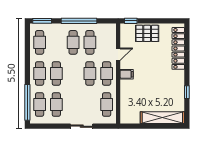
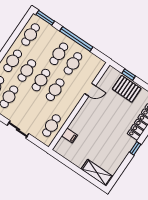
window: (131, 21) -> (129, 75), moved
cafe table: (107, 73) -> (41, 80), moved
filing cabinet: (127, 74) -> (70, 135), moved
window: (187, 92) -> (135, 148), moved
shelving: (162, 118) -> (97, 173), width x0.68

